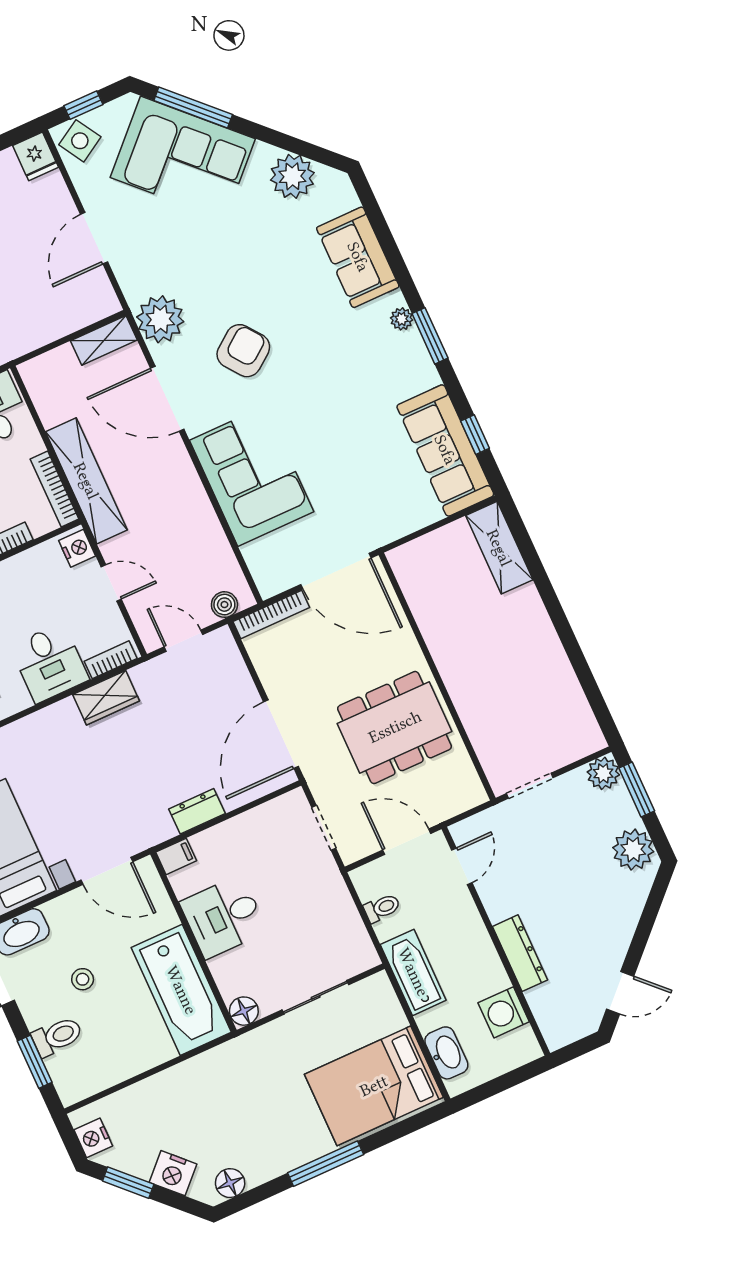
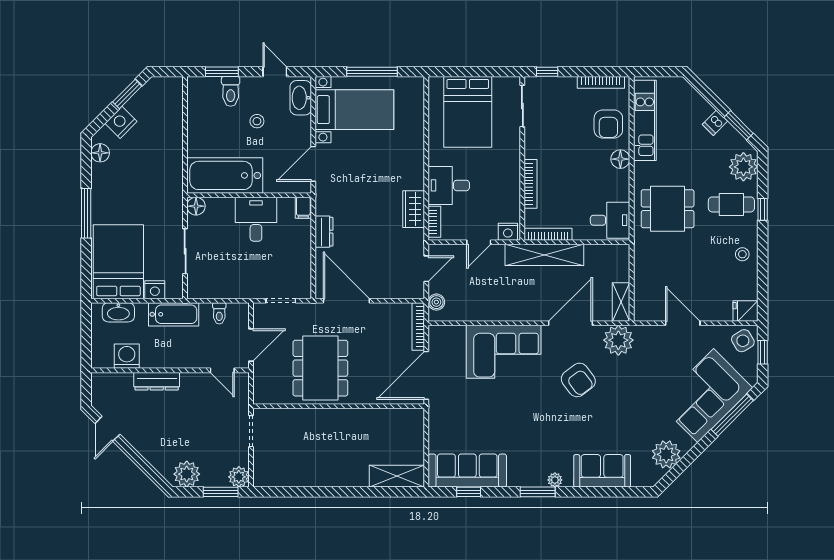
nightstand: (93, 1138) -> (155, 290), moved, turned 180

